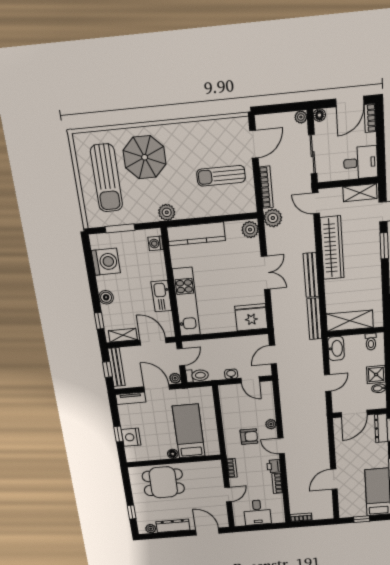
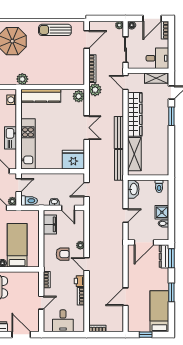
sun lounger: (221, 176) -> (55, 30), moved
shelving: (350, 321) -> (134, 154), moved, turned 90
filing cabinet: (228, 402) -> (50, 224), added

